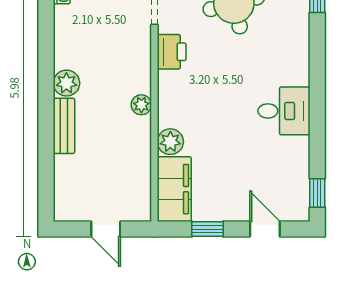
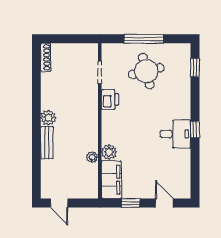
plant: (141, 105) -> (92, 157), moved
window: (317, 193) -> (195, 130), moved
door: (106, 229) -> (59, 203), moved

